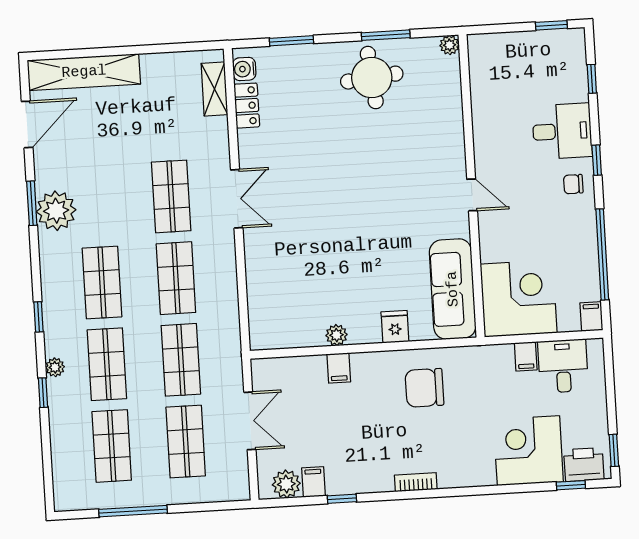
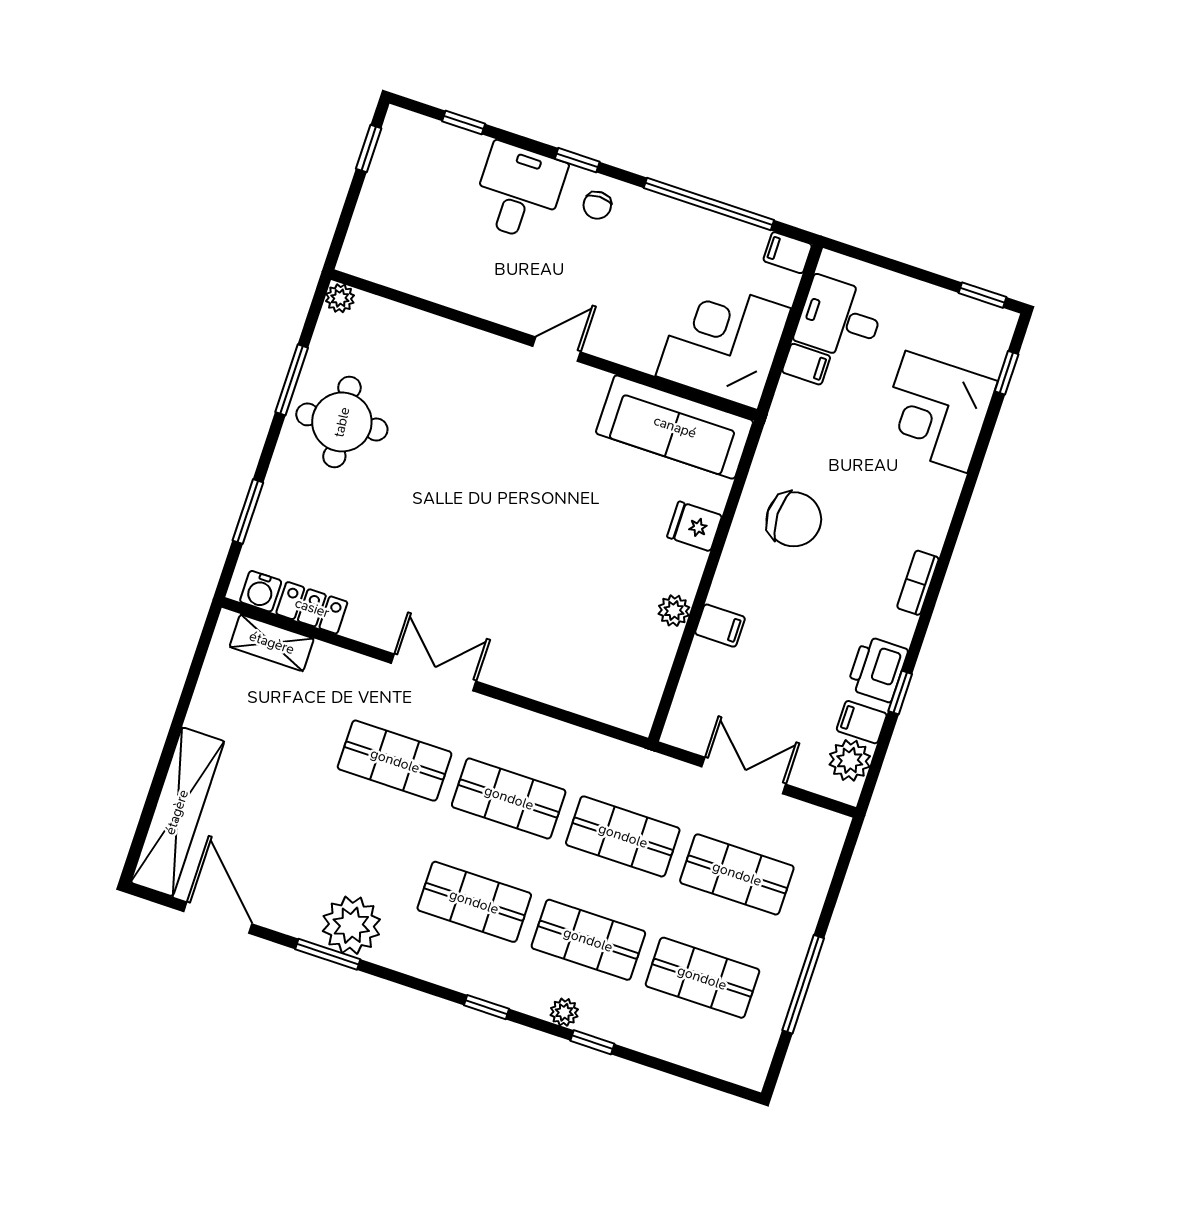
chair: (424, 388) -> (794, 519), turned -90
printer: (584, 465) -> (877, 669), moved

